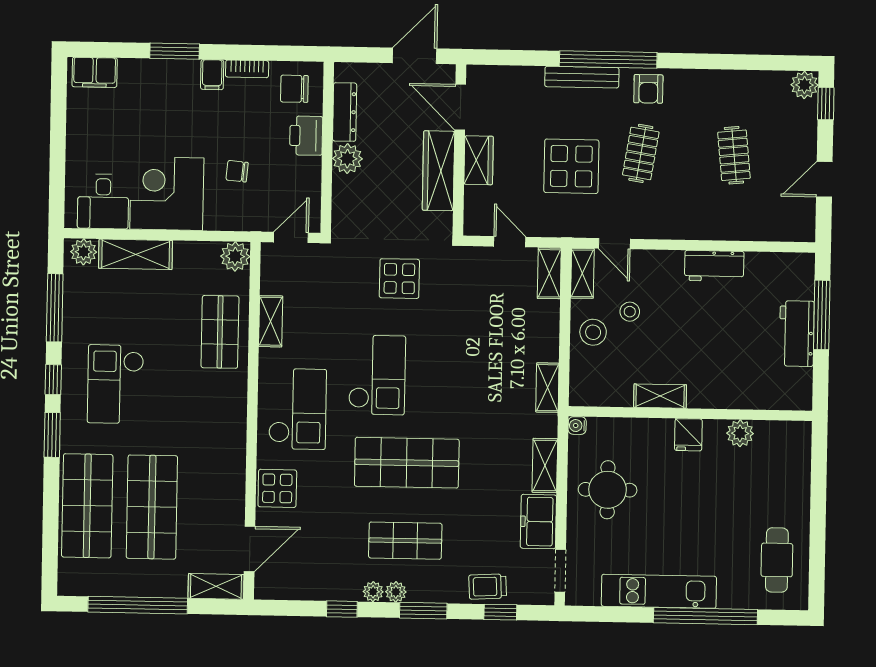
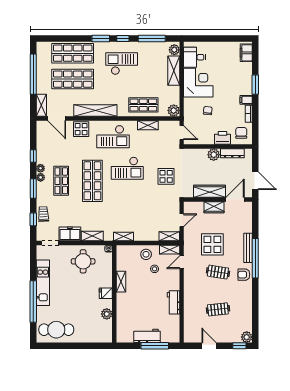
shelving: (232, 452) -> (95, 111), added
cafe table: (777, 560) -> (56, 330), width x1.37, depth x1.35

